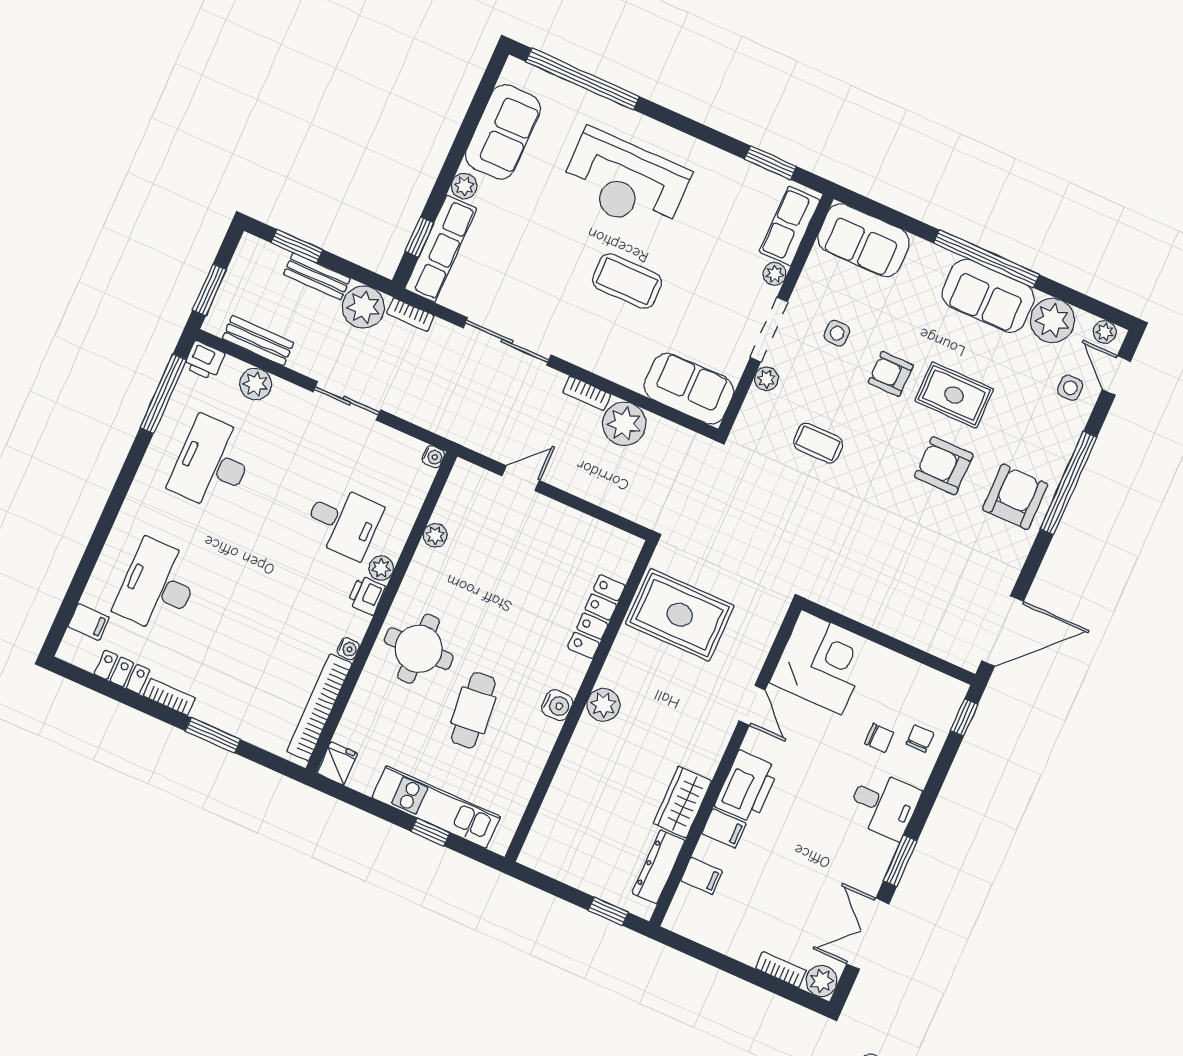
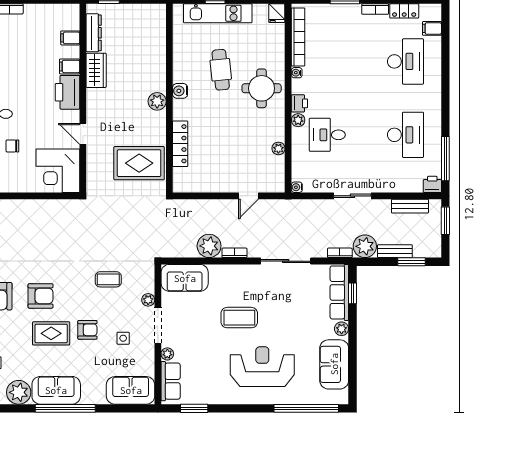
plant: (256, 384) -> (402, 184), removed

